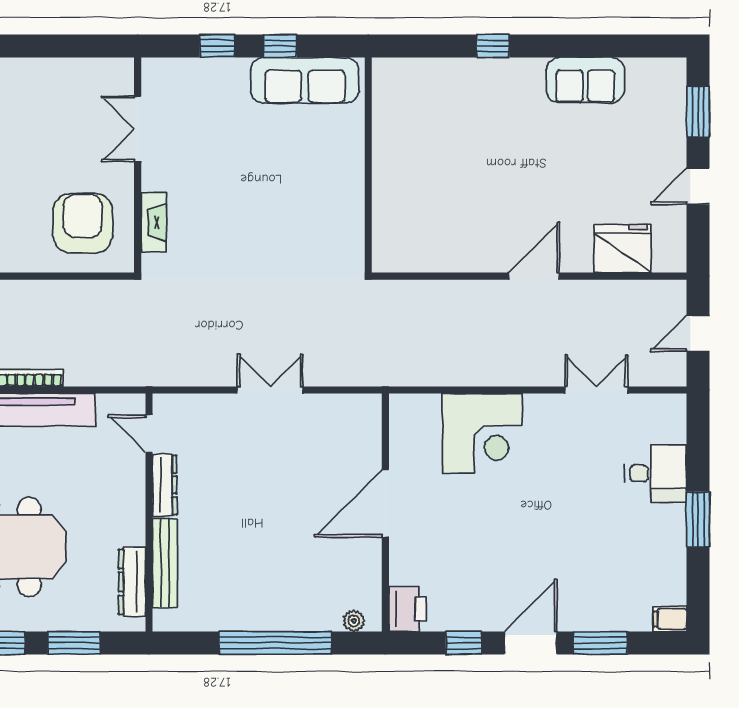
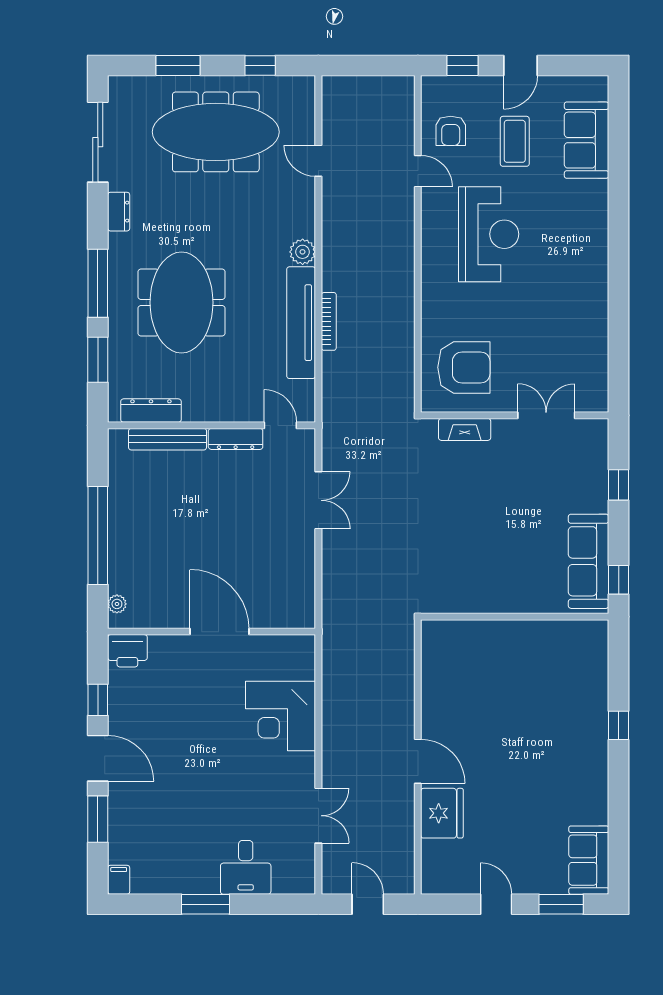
window: (280, 46) -> (619, 580), moved
sofa: (585, 80) -> (589, 860), moved
fridge: (623, 248) -> (442, 813), moved
double door: (270, 390) -> (318, 500), moved
door: (149, 434) -> (280, 425), hinge flipped

